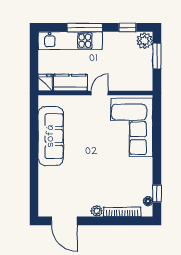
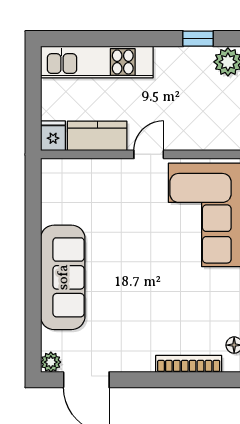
window: (85, 27) -> (122, 39), removed
sofa: (51, 136) -> (63, 277), moved
plant: (97, 211) -> (51, 362), moved

